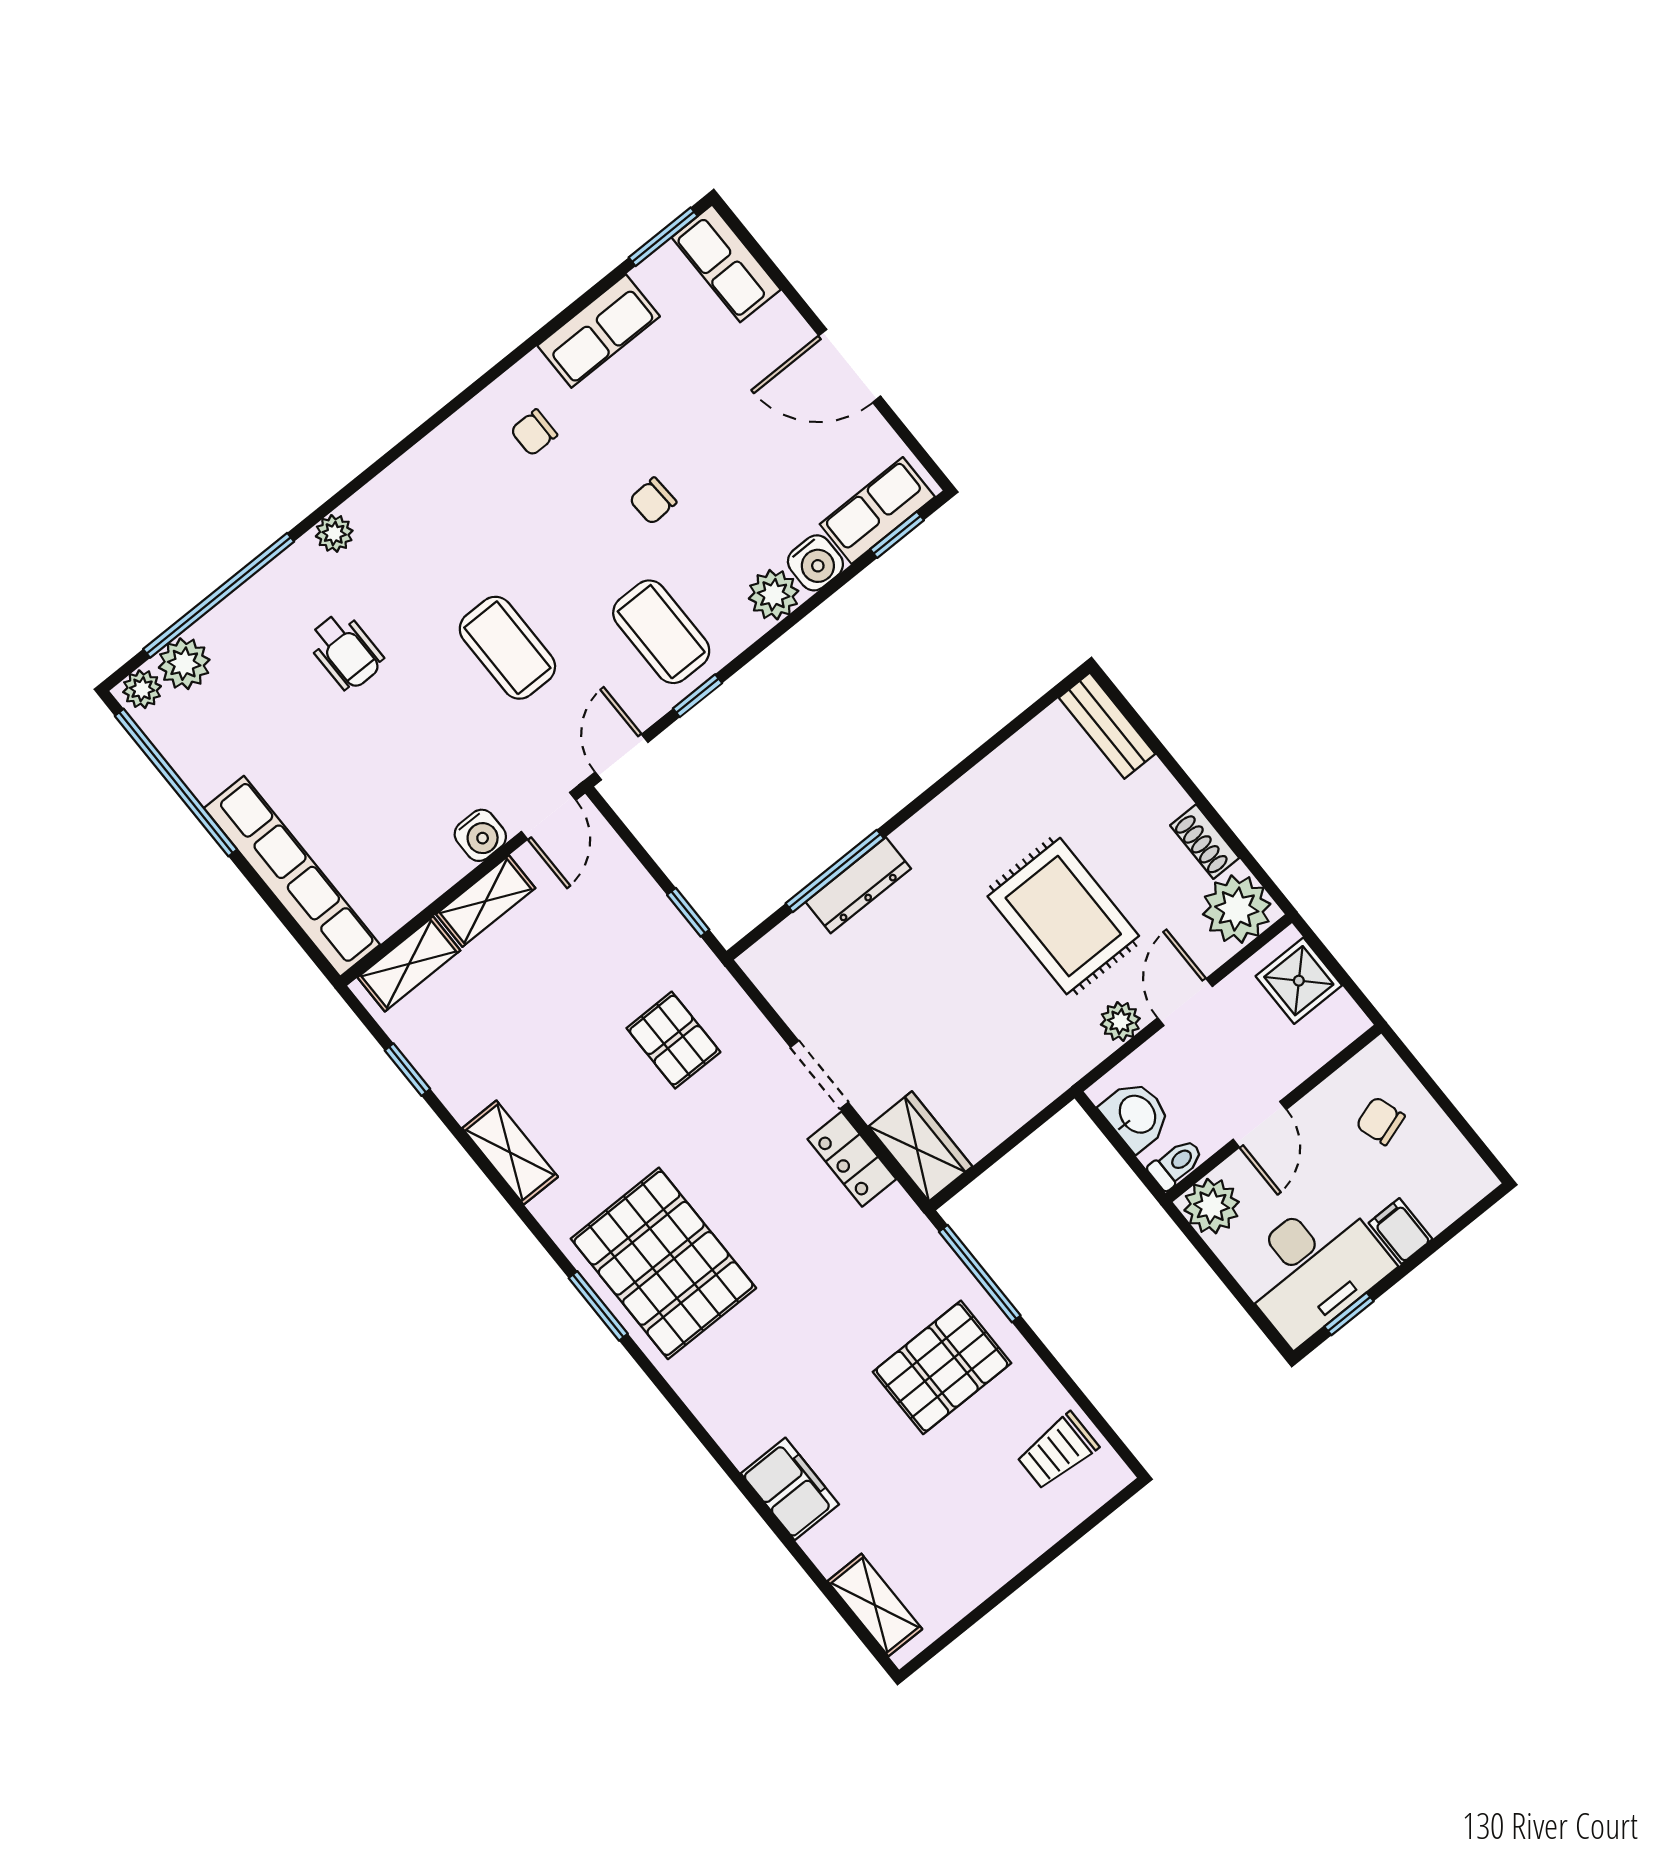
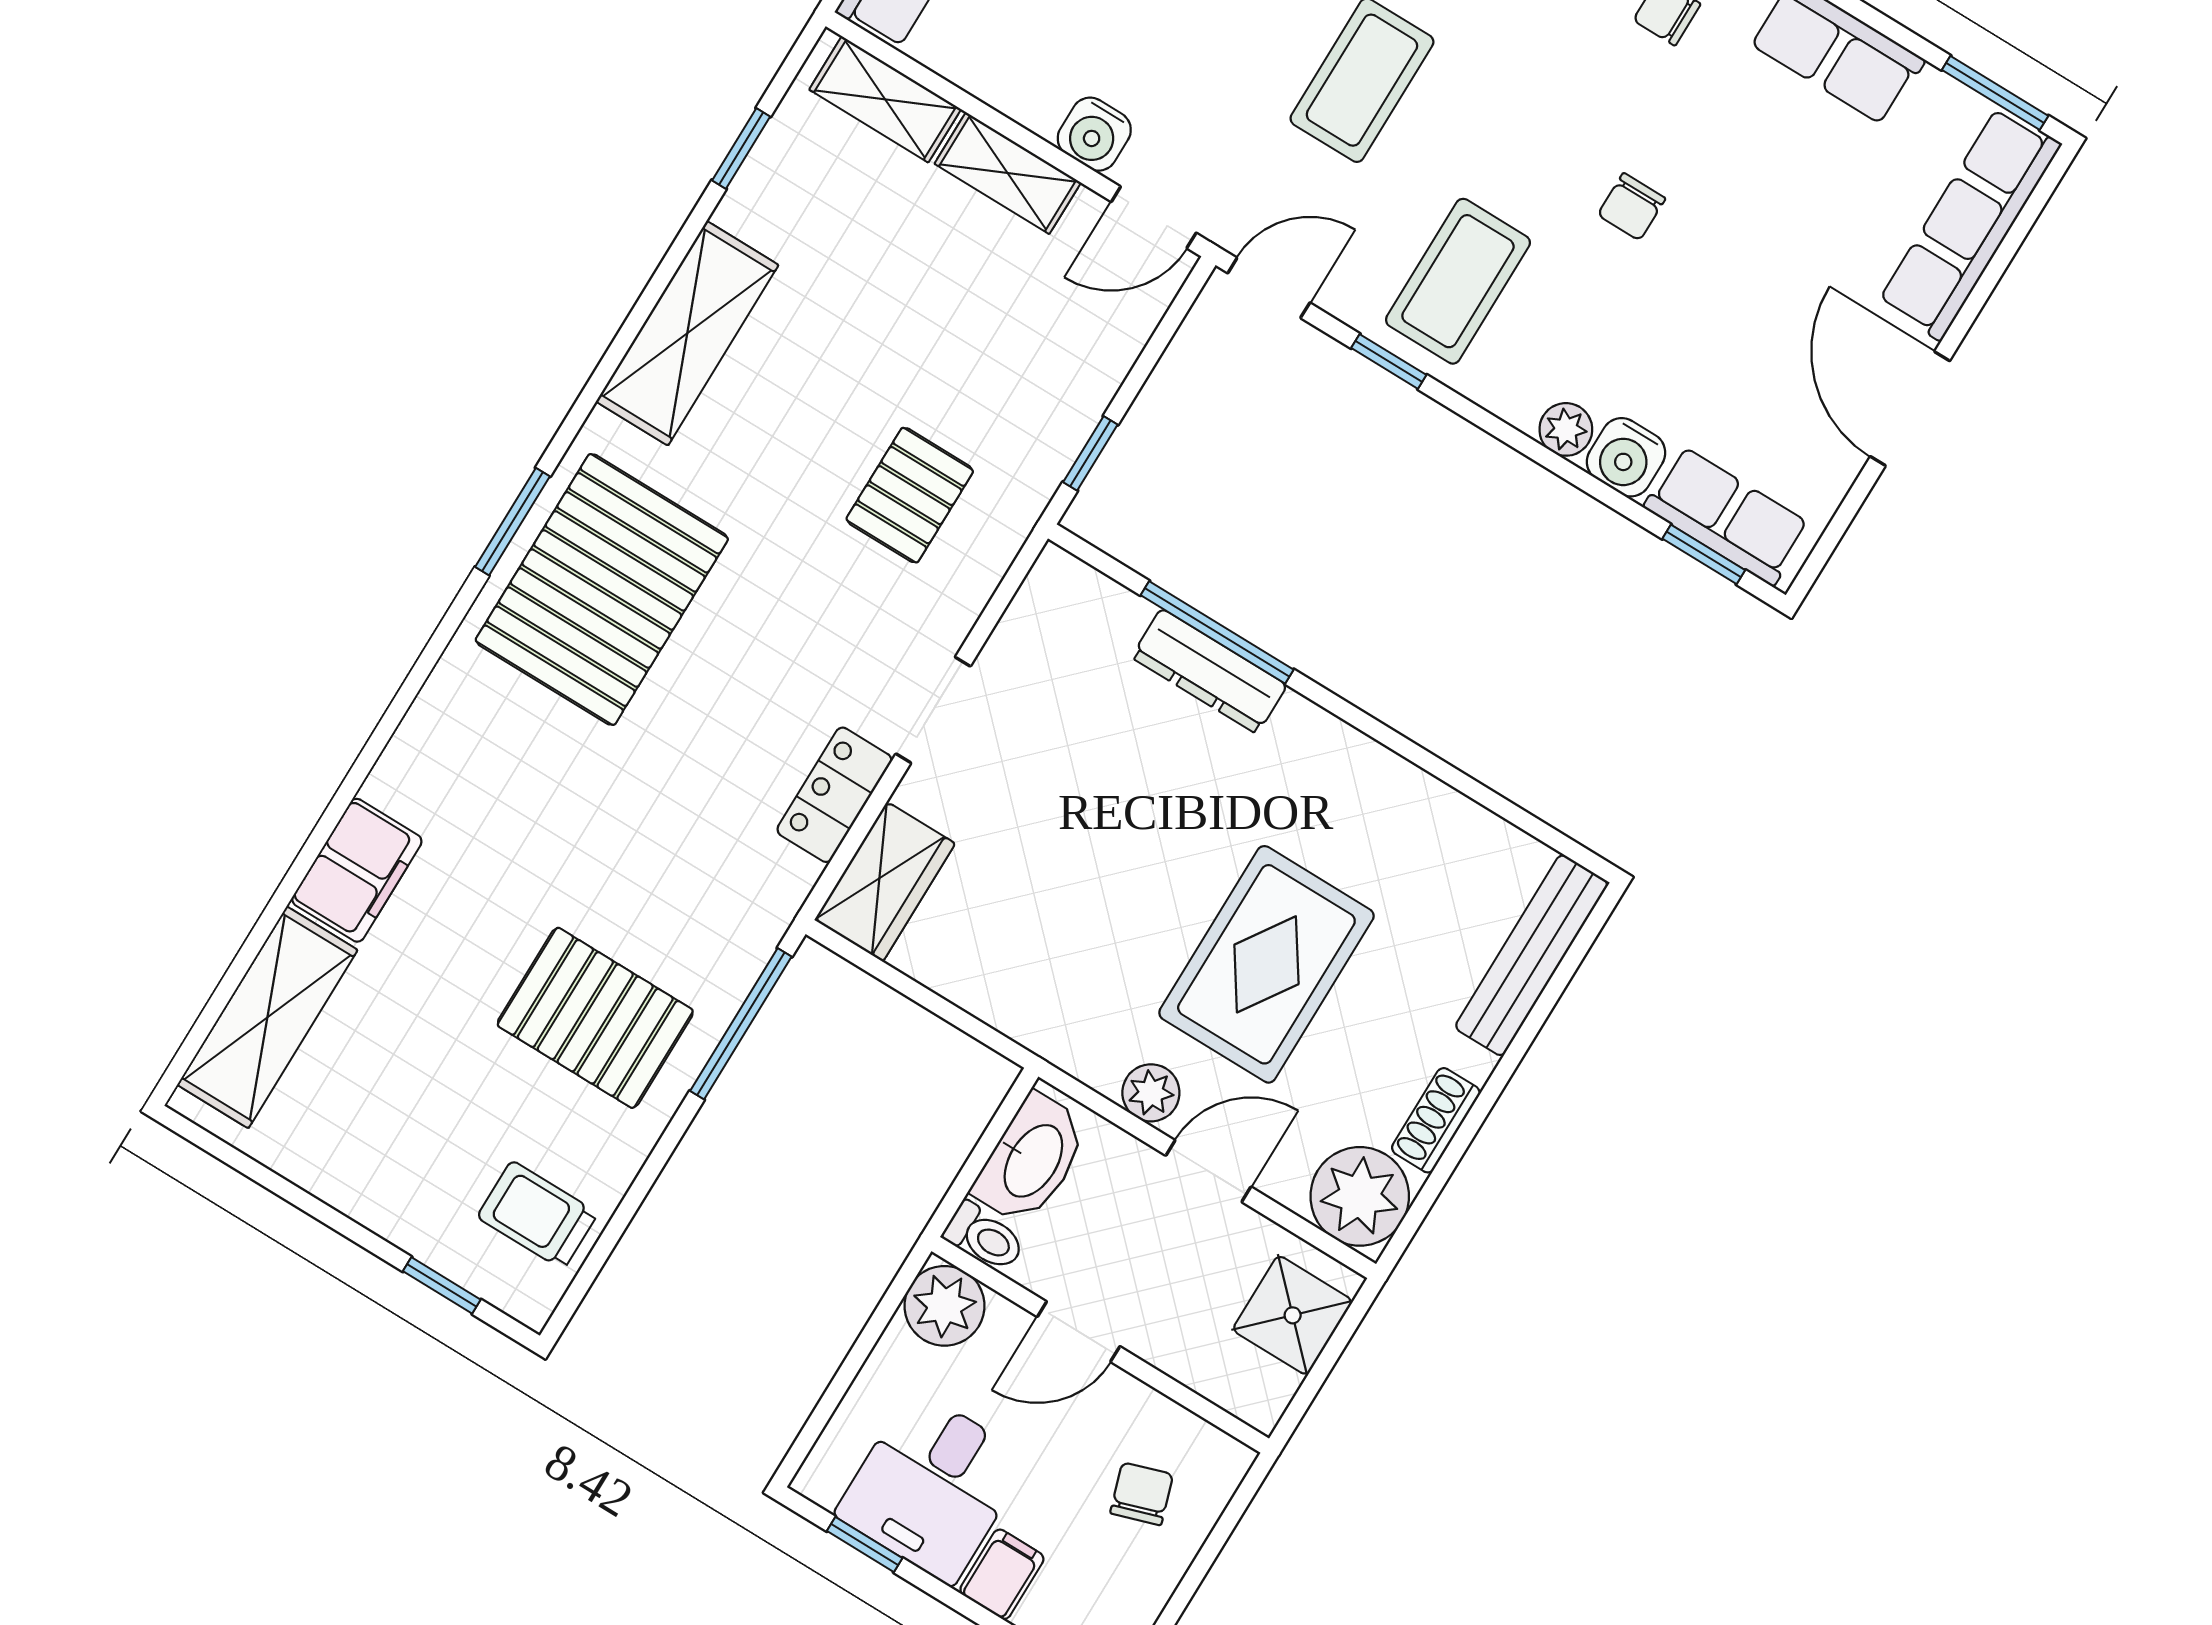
row of seats: (726, 263) -> (1970, 223), width x1.48
chair: (653, 501) -> (1632, 207), turned -87
plant: (774, 595) -> (1566, 429), width x0.73, depth x0.73
bench: (1107, 726) -> (1532, 955), width x1.36
washbasin: (1136, 1115) -> (1031, 1160), width x1.38
shelving: (510, 1152) -> (687, 333), width x1.50, depth x1.33
desk: (1313, 1268) -> (932, 1487), width x0.73
window: (1081, 1530) -> (442, 1285), added
shelving: (875, 1605) -> (267, 1017), width x1.50, depth x1.33

